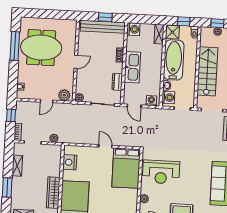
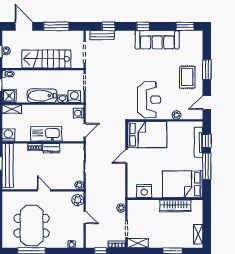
bathtub: (174, 60) -> (42, 96), width x0.73, depth x0.73
dresser: (117, 82) -> (51, 148), moved
shelving: (17, 166) -> (138, 243), moved

